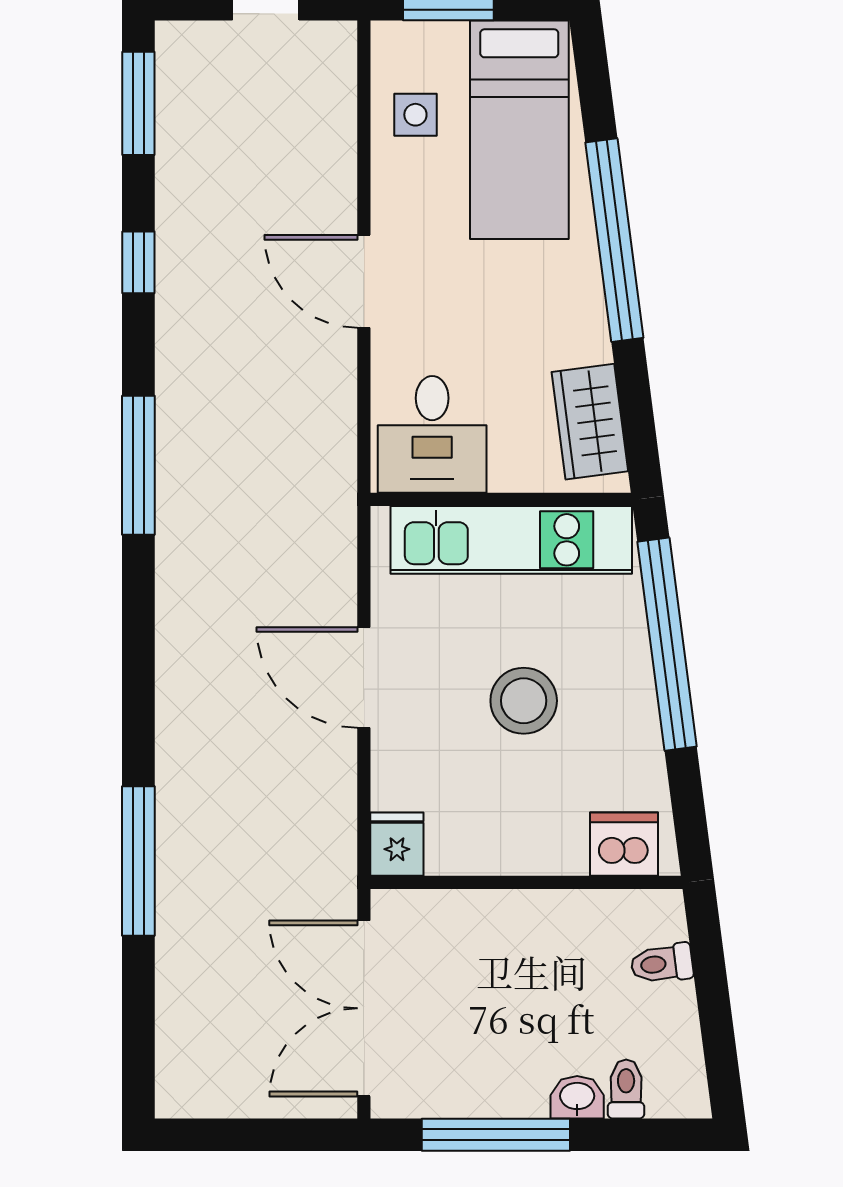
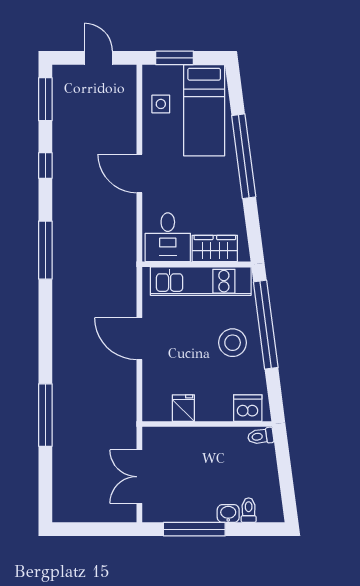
wardrobe: (590, 422) -> (215, 248), moved, turned 97
stool: (524, 701) -> (233, 343), moved
fridge: (397, 844) -> (183, 408), moved
toilet: (662, 964) -> (261, 436), moved
double door: (364, 1008) -> (139, 477), width x0.73

